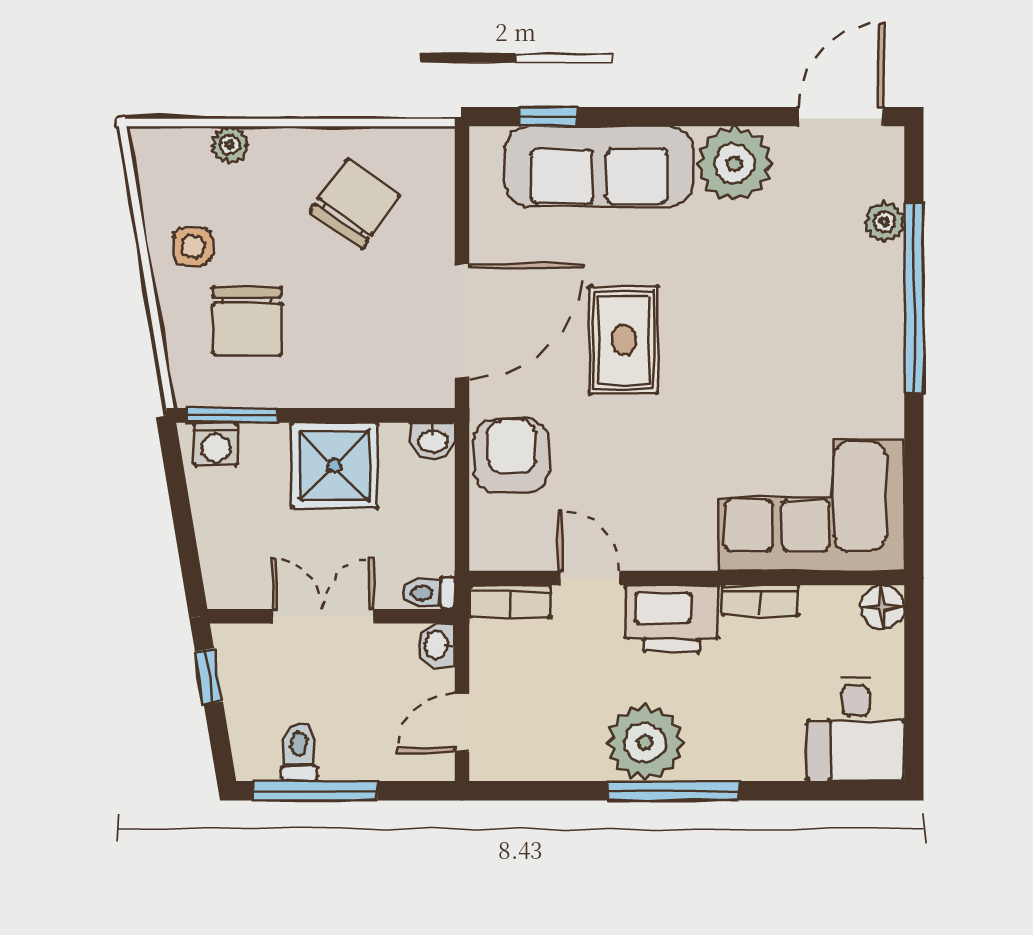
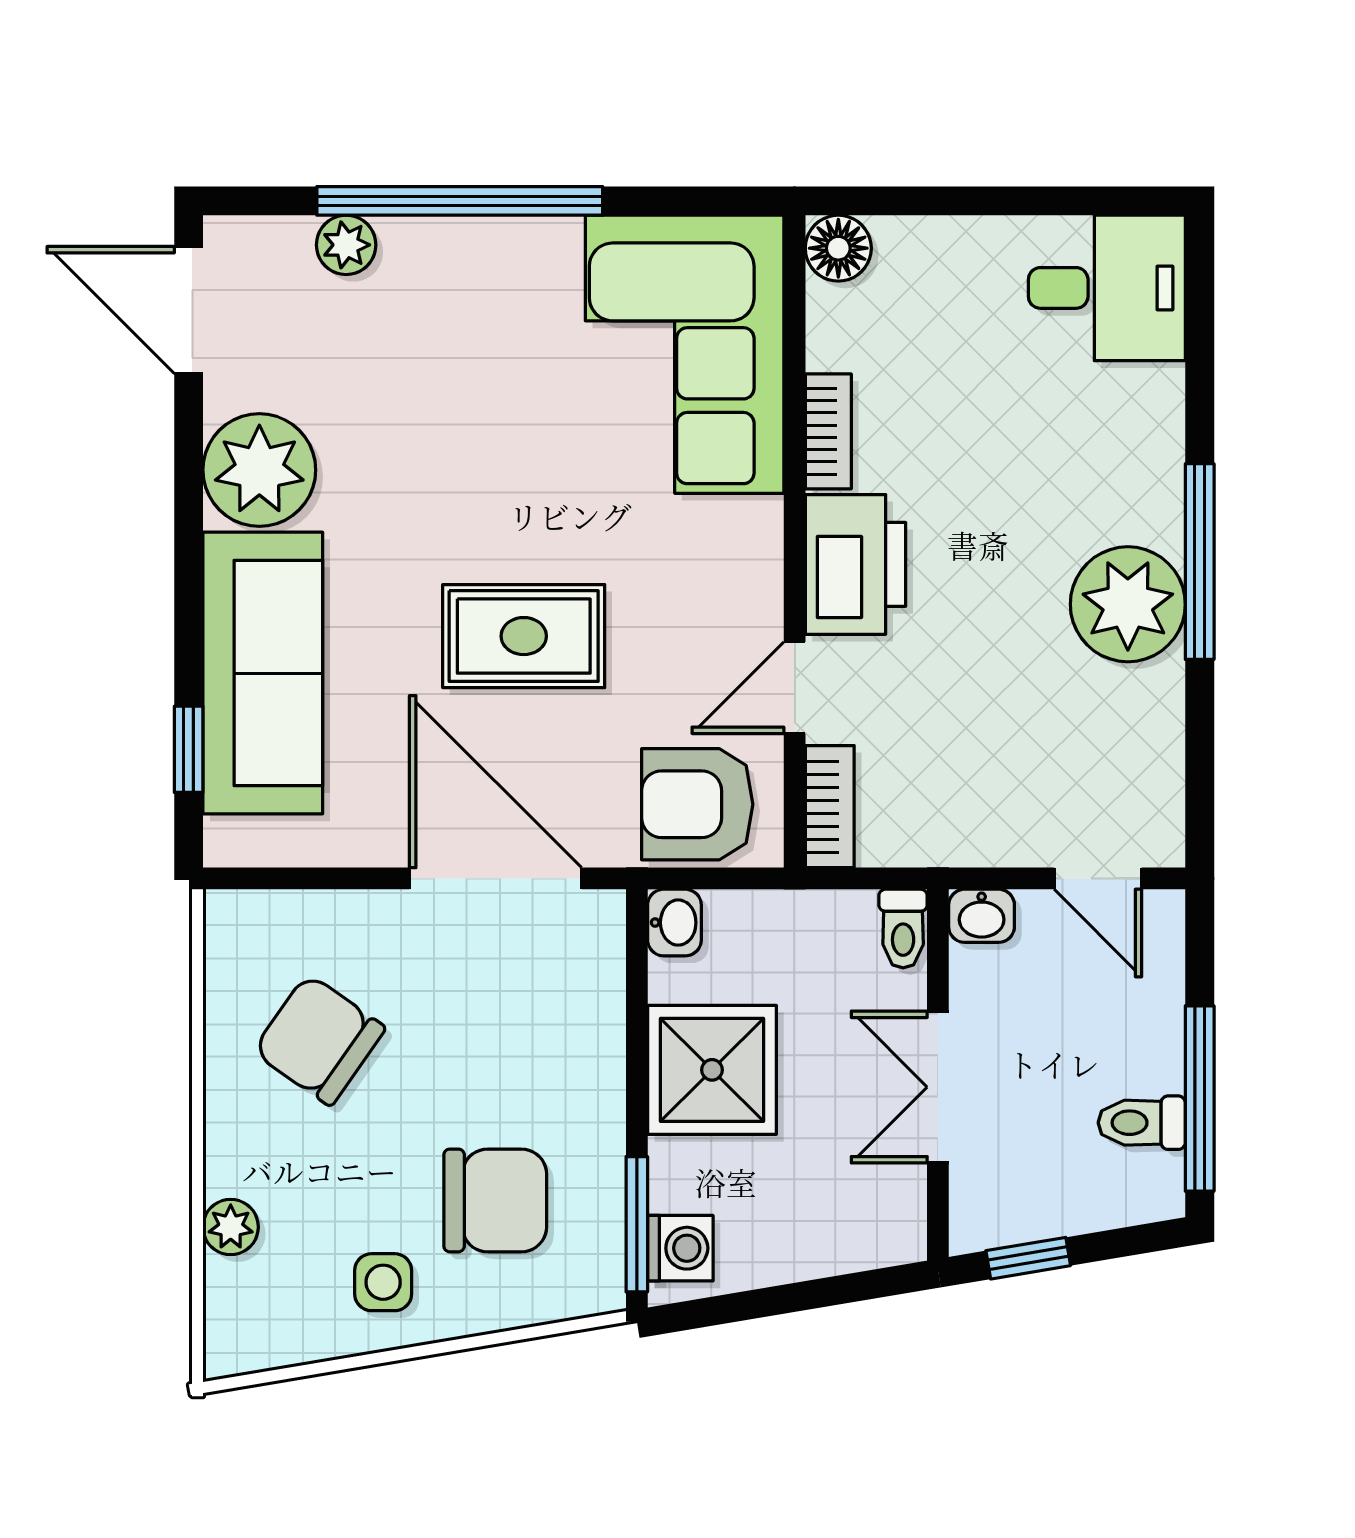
corner sofa: (812, 505) -> (685, 354), moved
door: (589, 578) -> (795, 688), moved
wall: (687, 578) -> (795, 541), moved
bookcase: (760, 600) -> (828, 431), moved
bookcase: (510, 601) -> (830, 807), moved
floor lamp: (882, 607) -> (838, 248), moved
printer: (671, 619) -> (856, 564), moved

